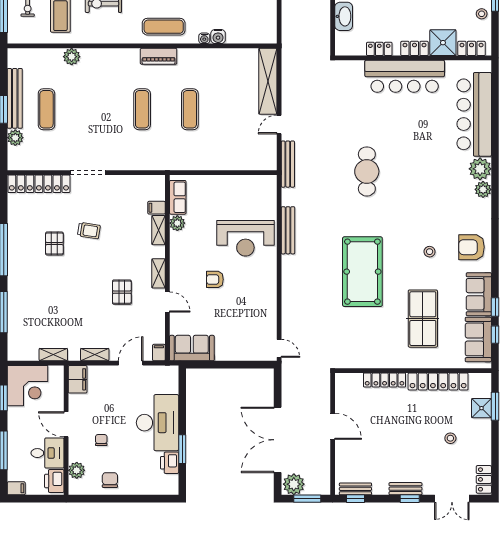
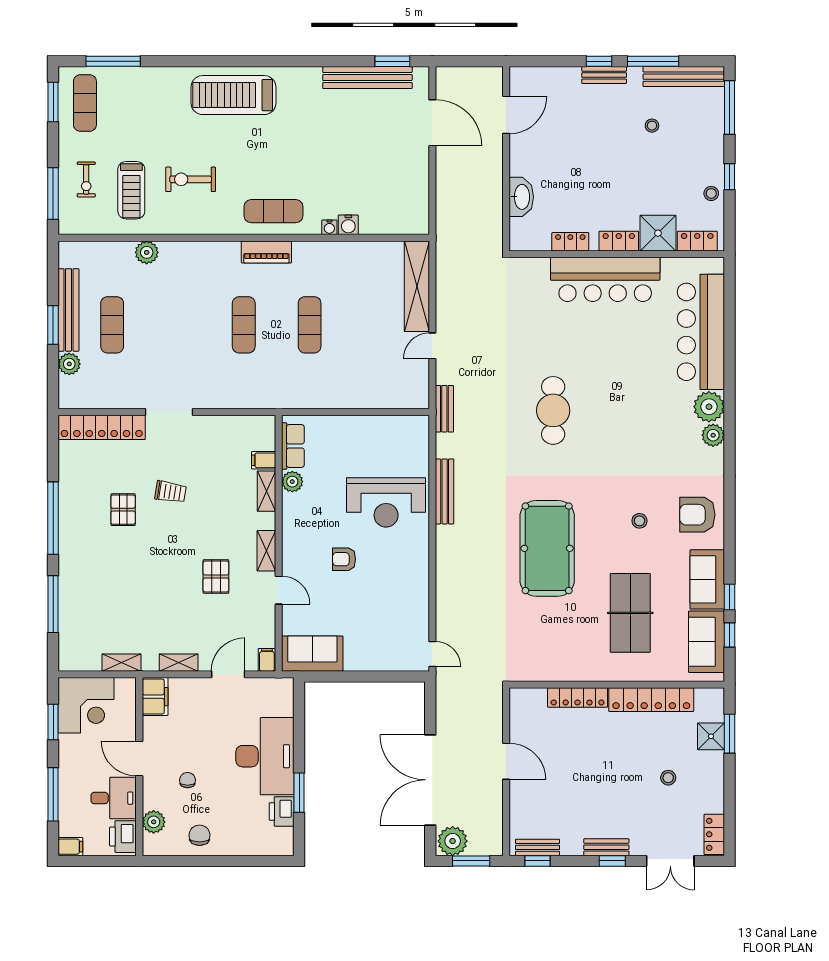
bench: (288, 164) -> (444, 409), width x0.73

